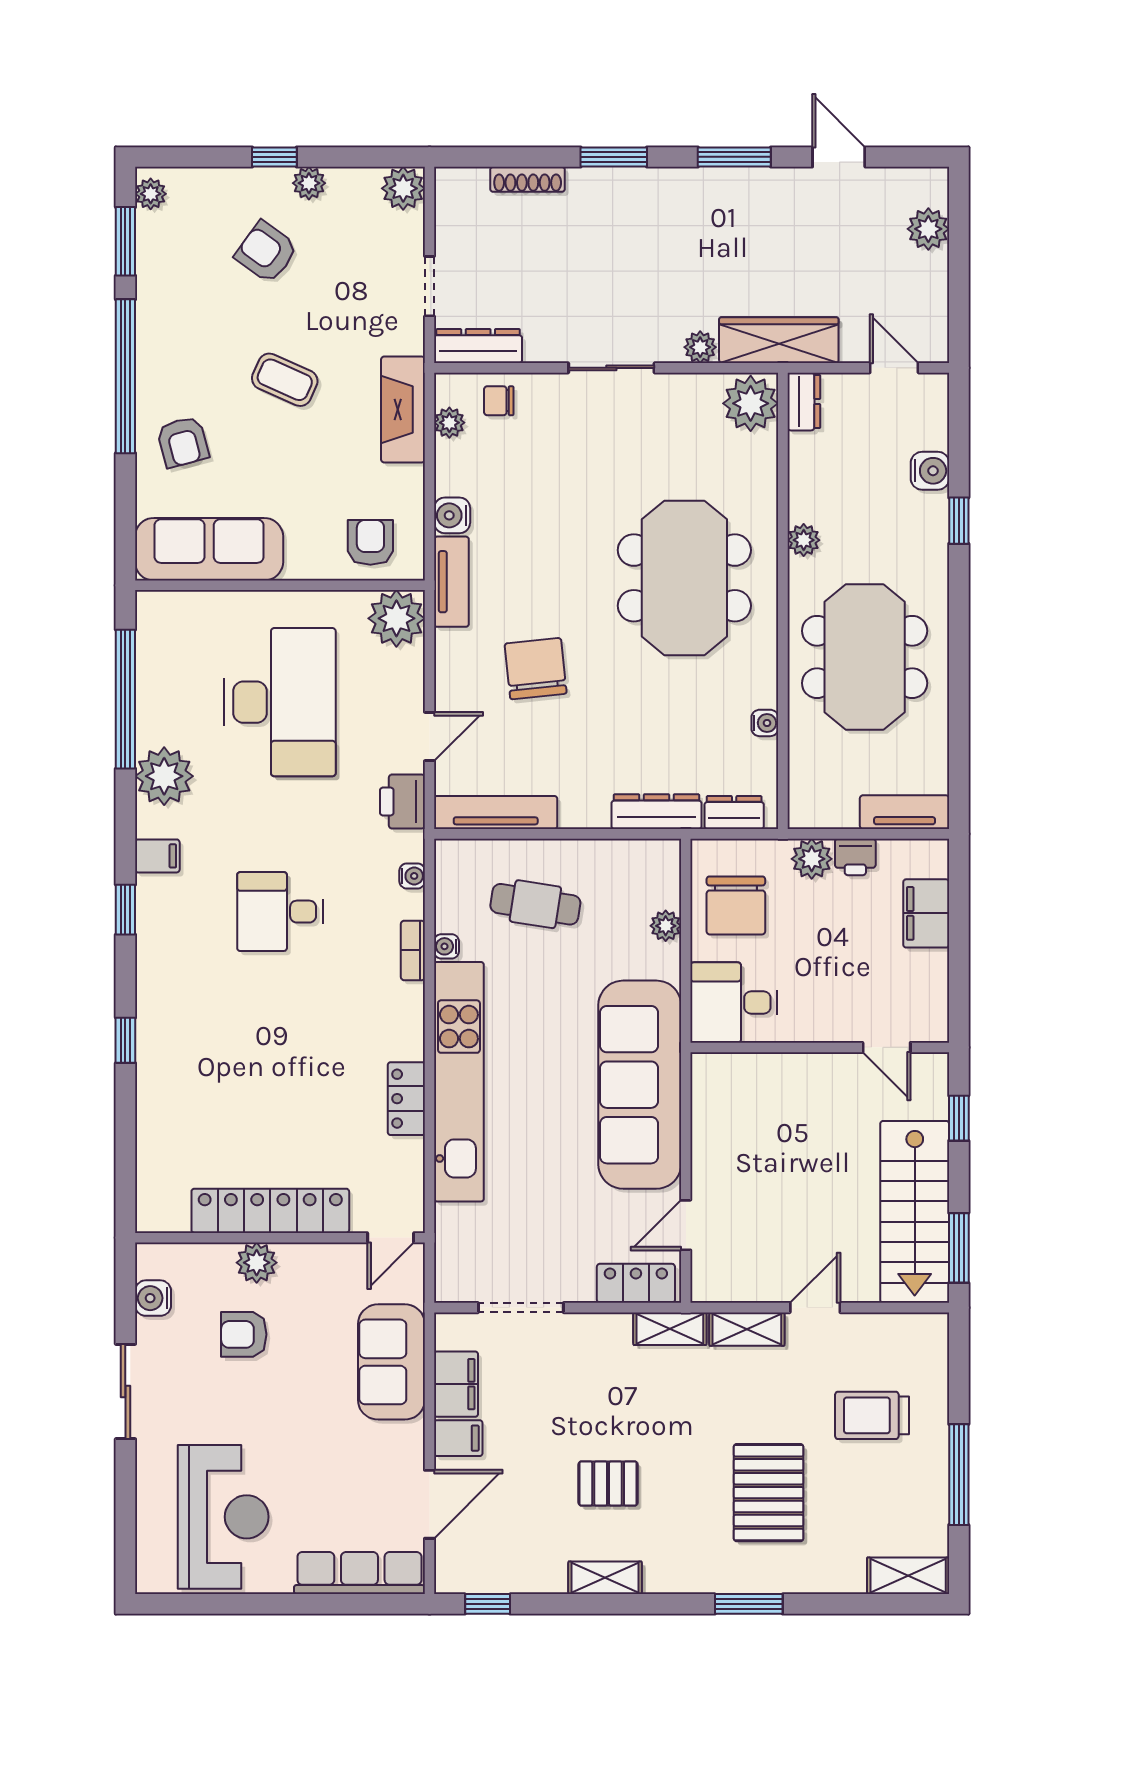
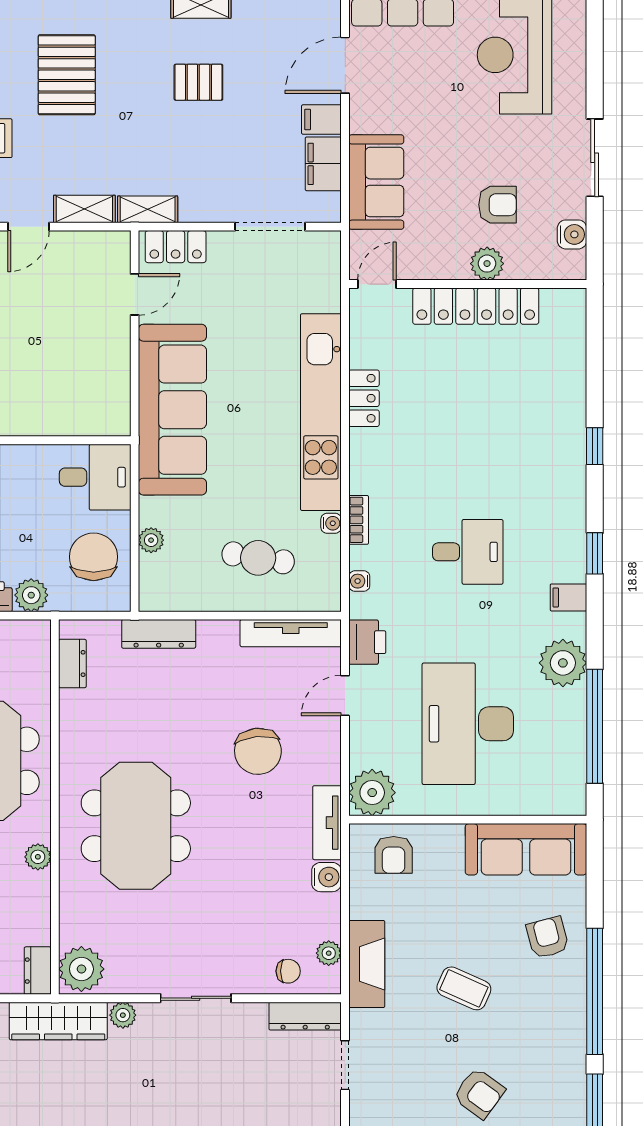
water cooler: (765, 723) -> (70, 707), removed
dresser: (734, 813) -> (72, 663), moved, turned -90

